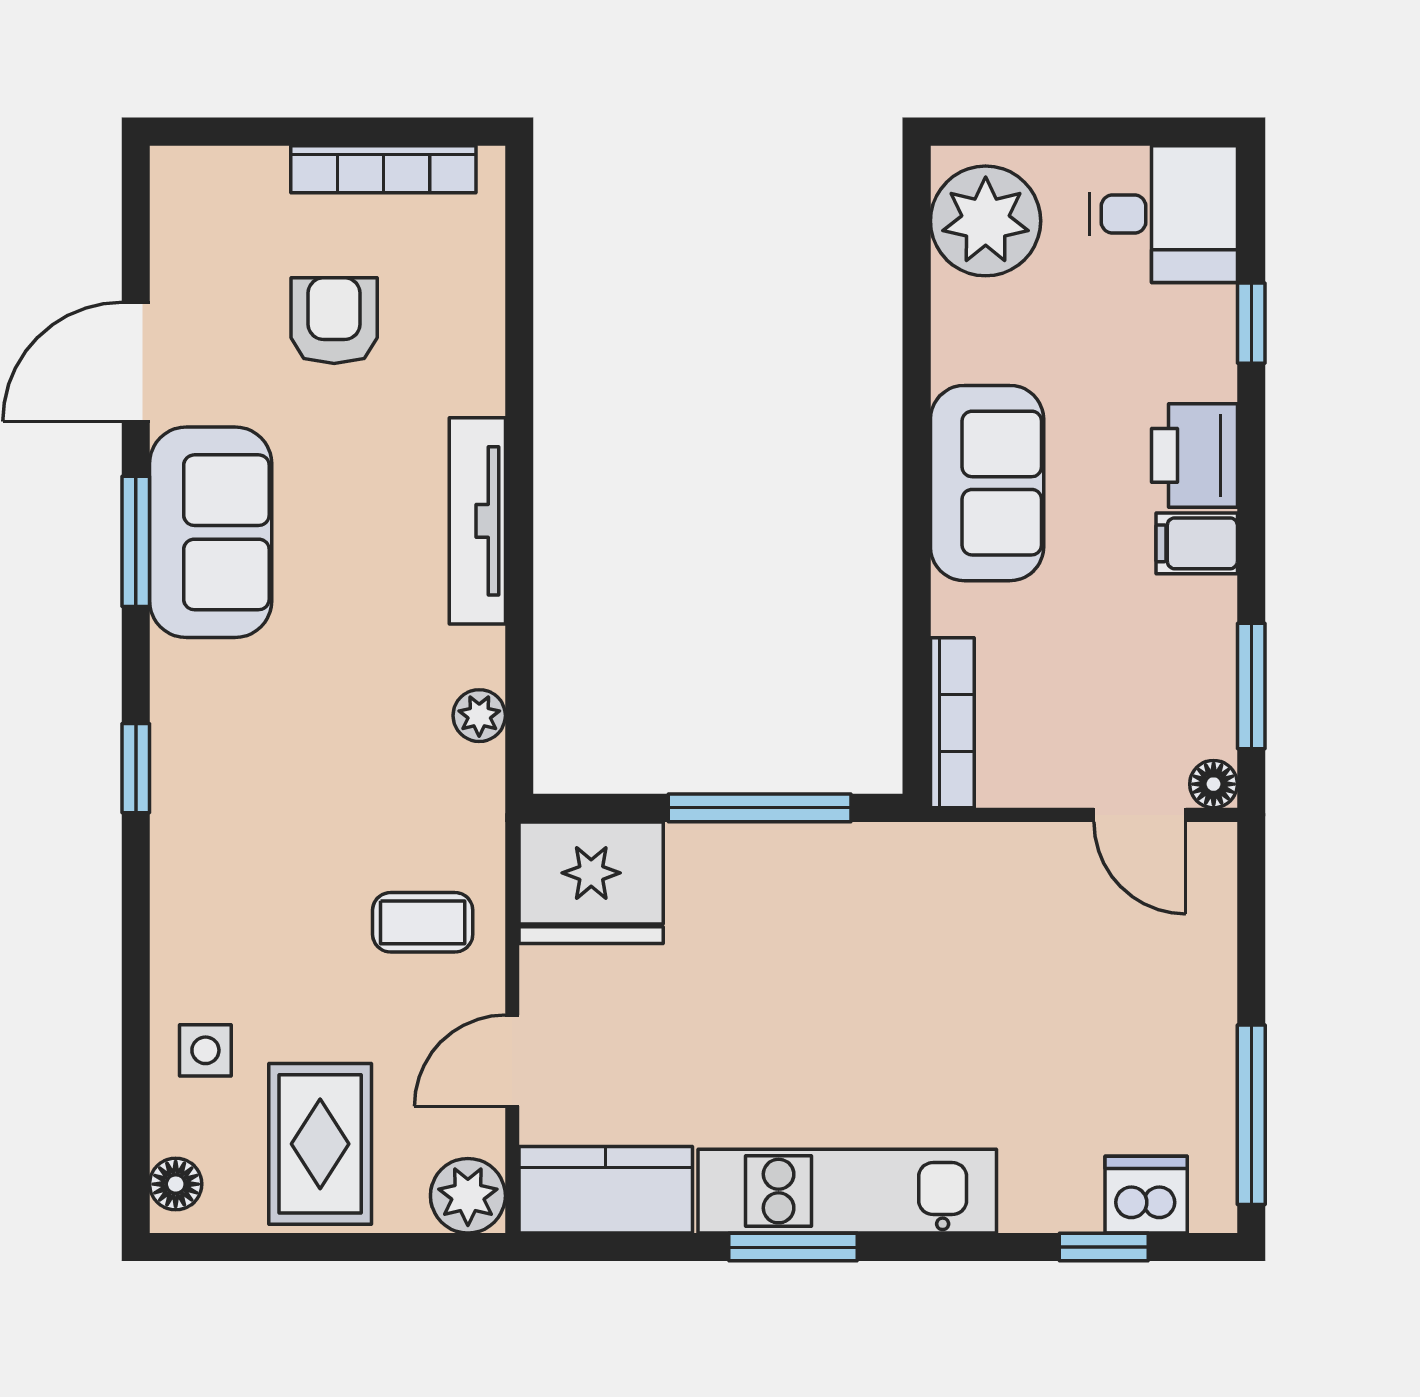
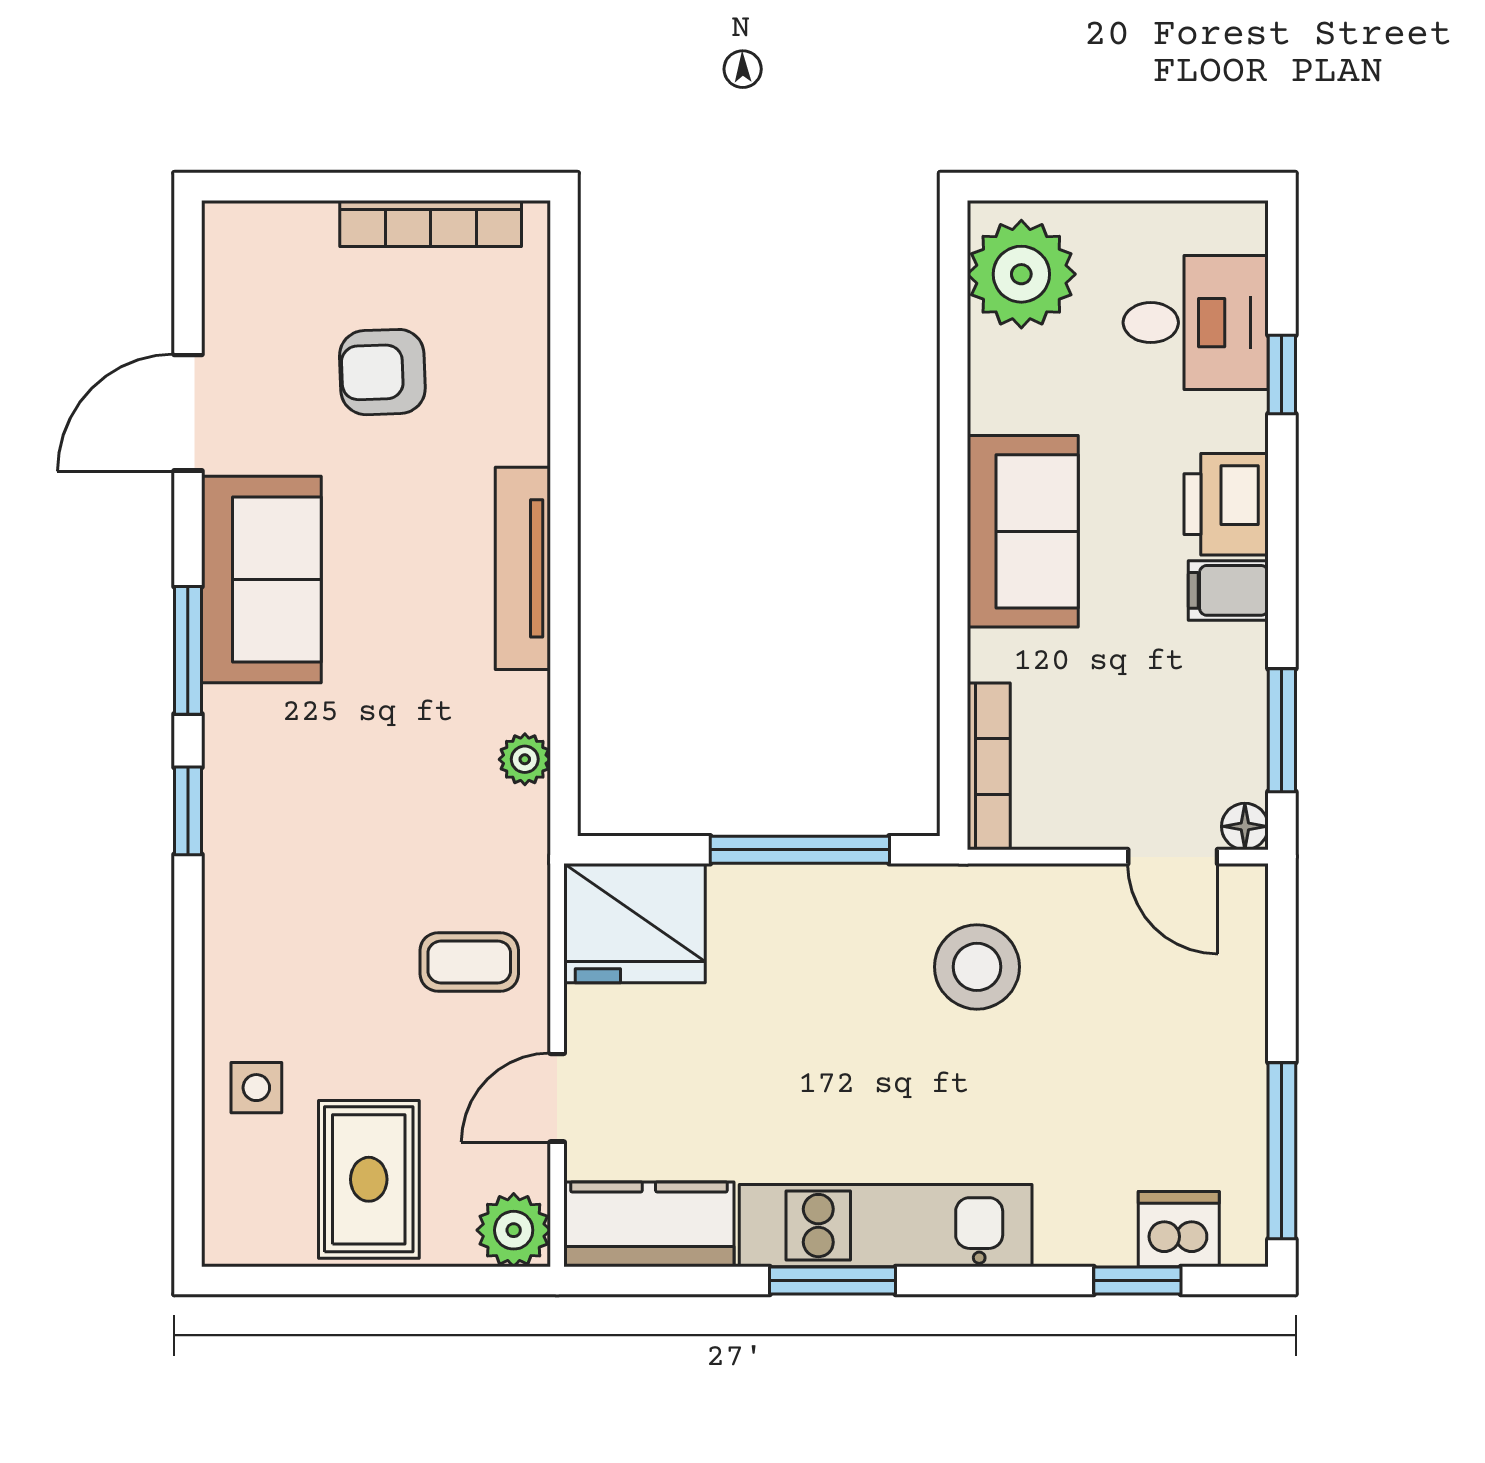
desk: (1163, 214) -> (1196, 323), moved
armchair: (334, 321) -> (382, 372), turned -92
window: (136, 541) -> (188, 650), moved
stool: (940, 927) -> (977, 967), added
floor lamp: (176, 1184) -> (227, 1219), removed

